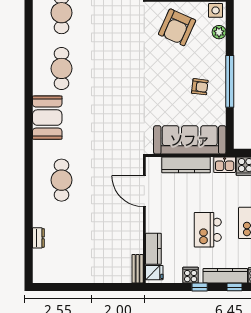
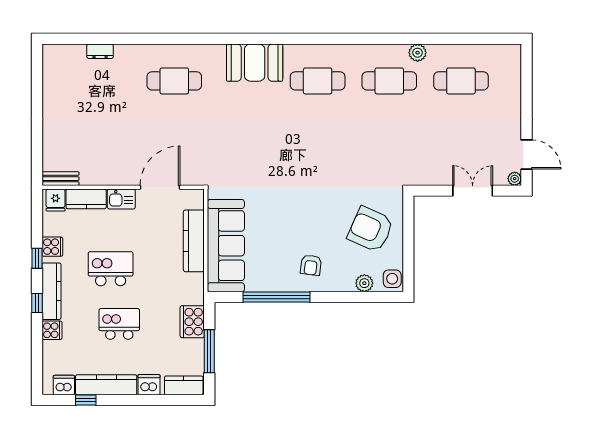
window: (230, 81) -> (277, 297), moved
armchair: (200, 87) -> (311, 265), moved
kitchen sink: (225, 165) -> (121, 199), moved, turned -90

